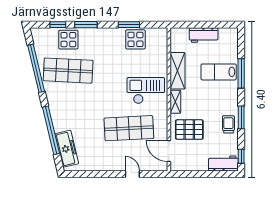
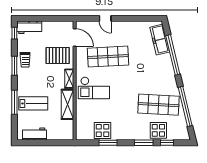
workbench: (204, 35) -> (35, 134), moved

